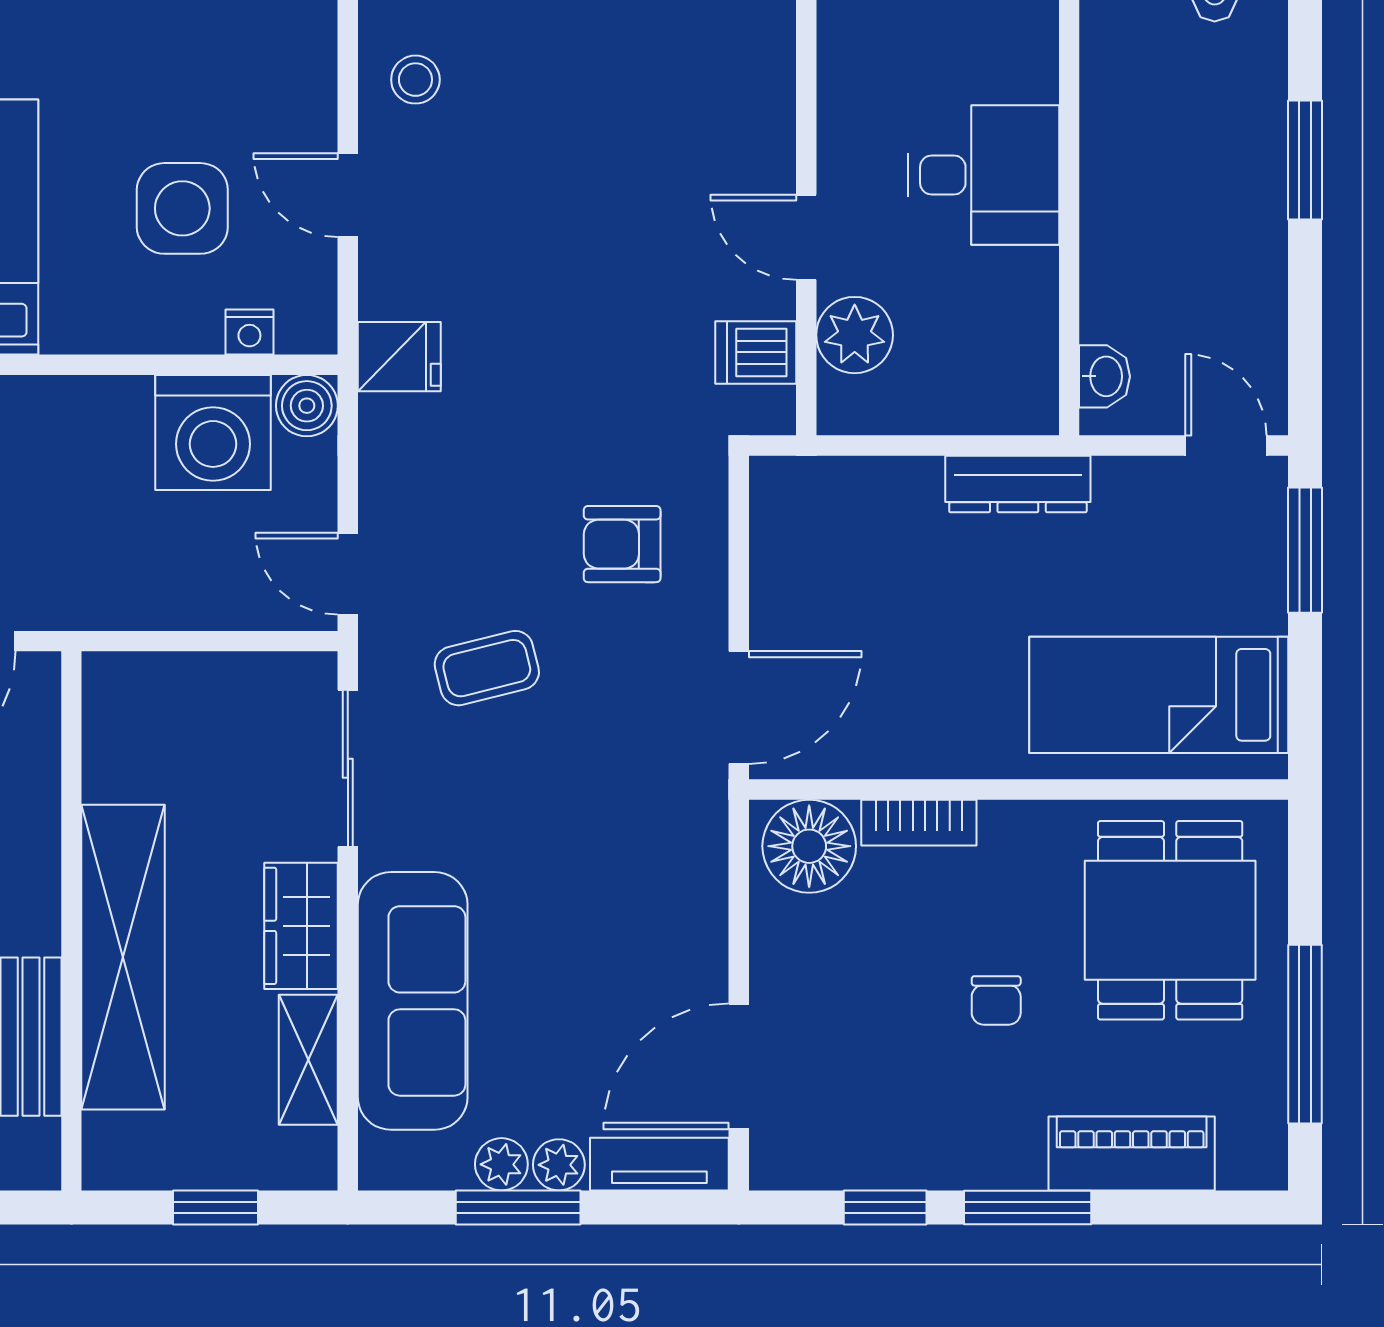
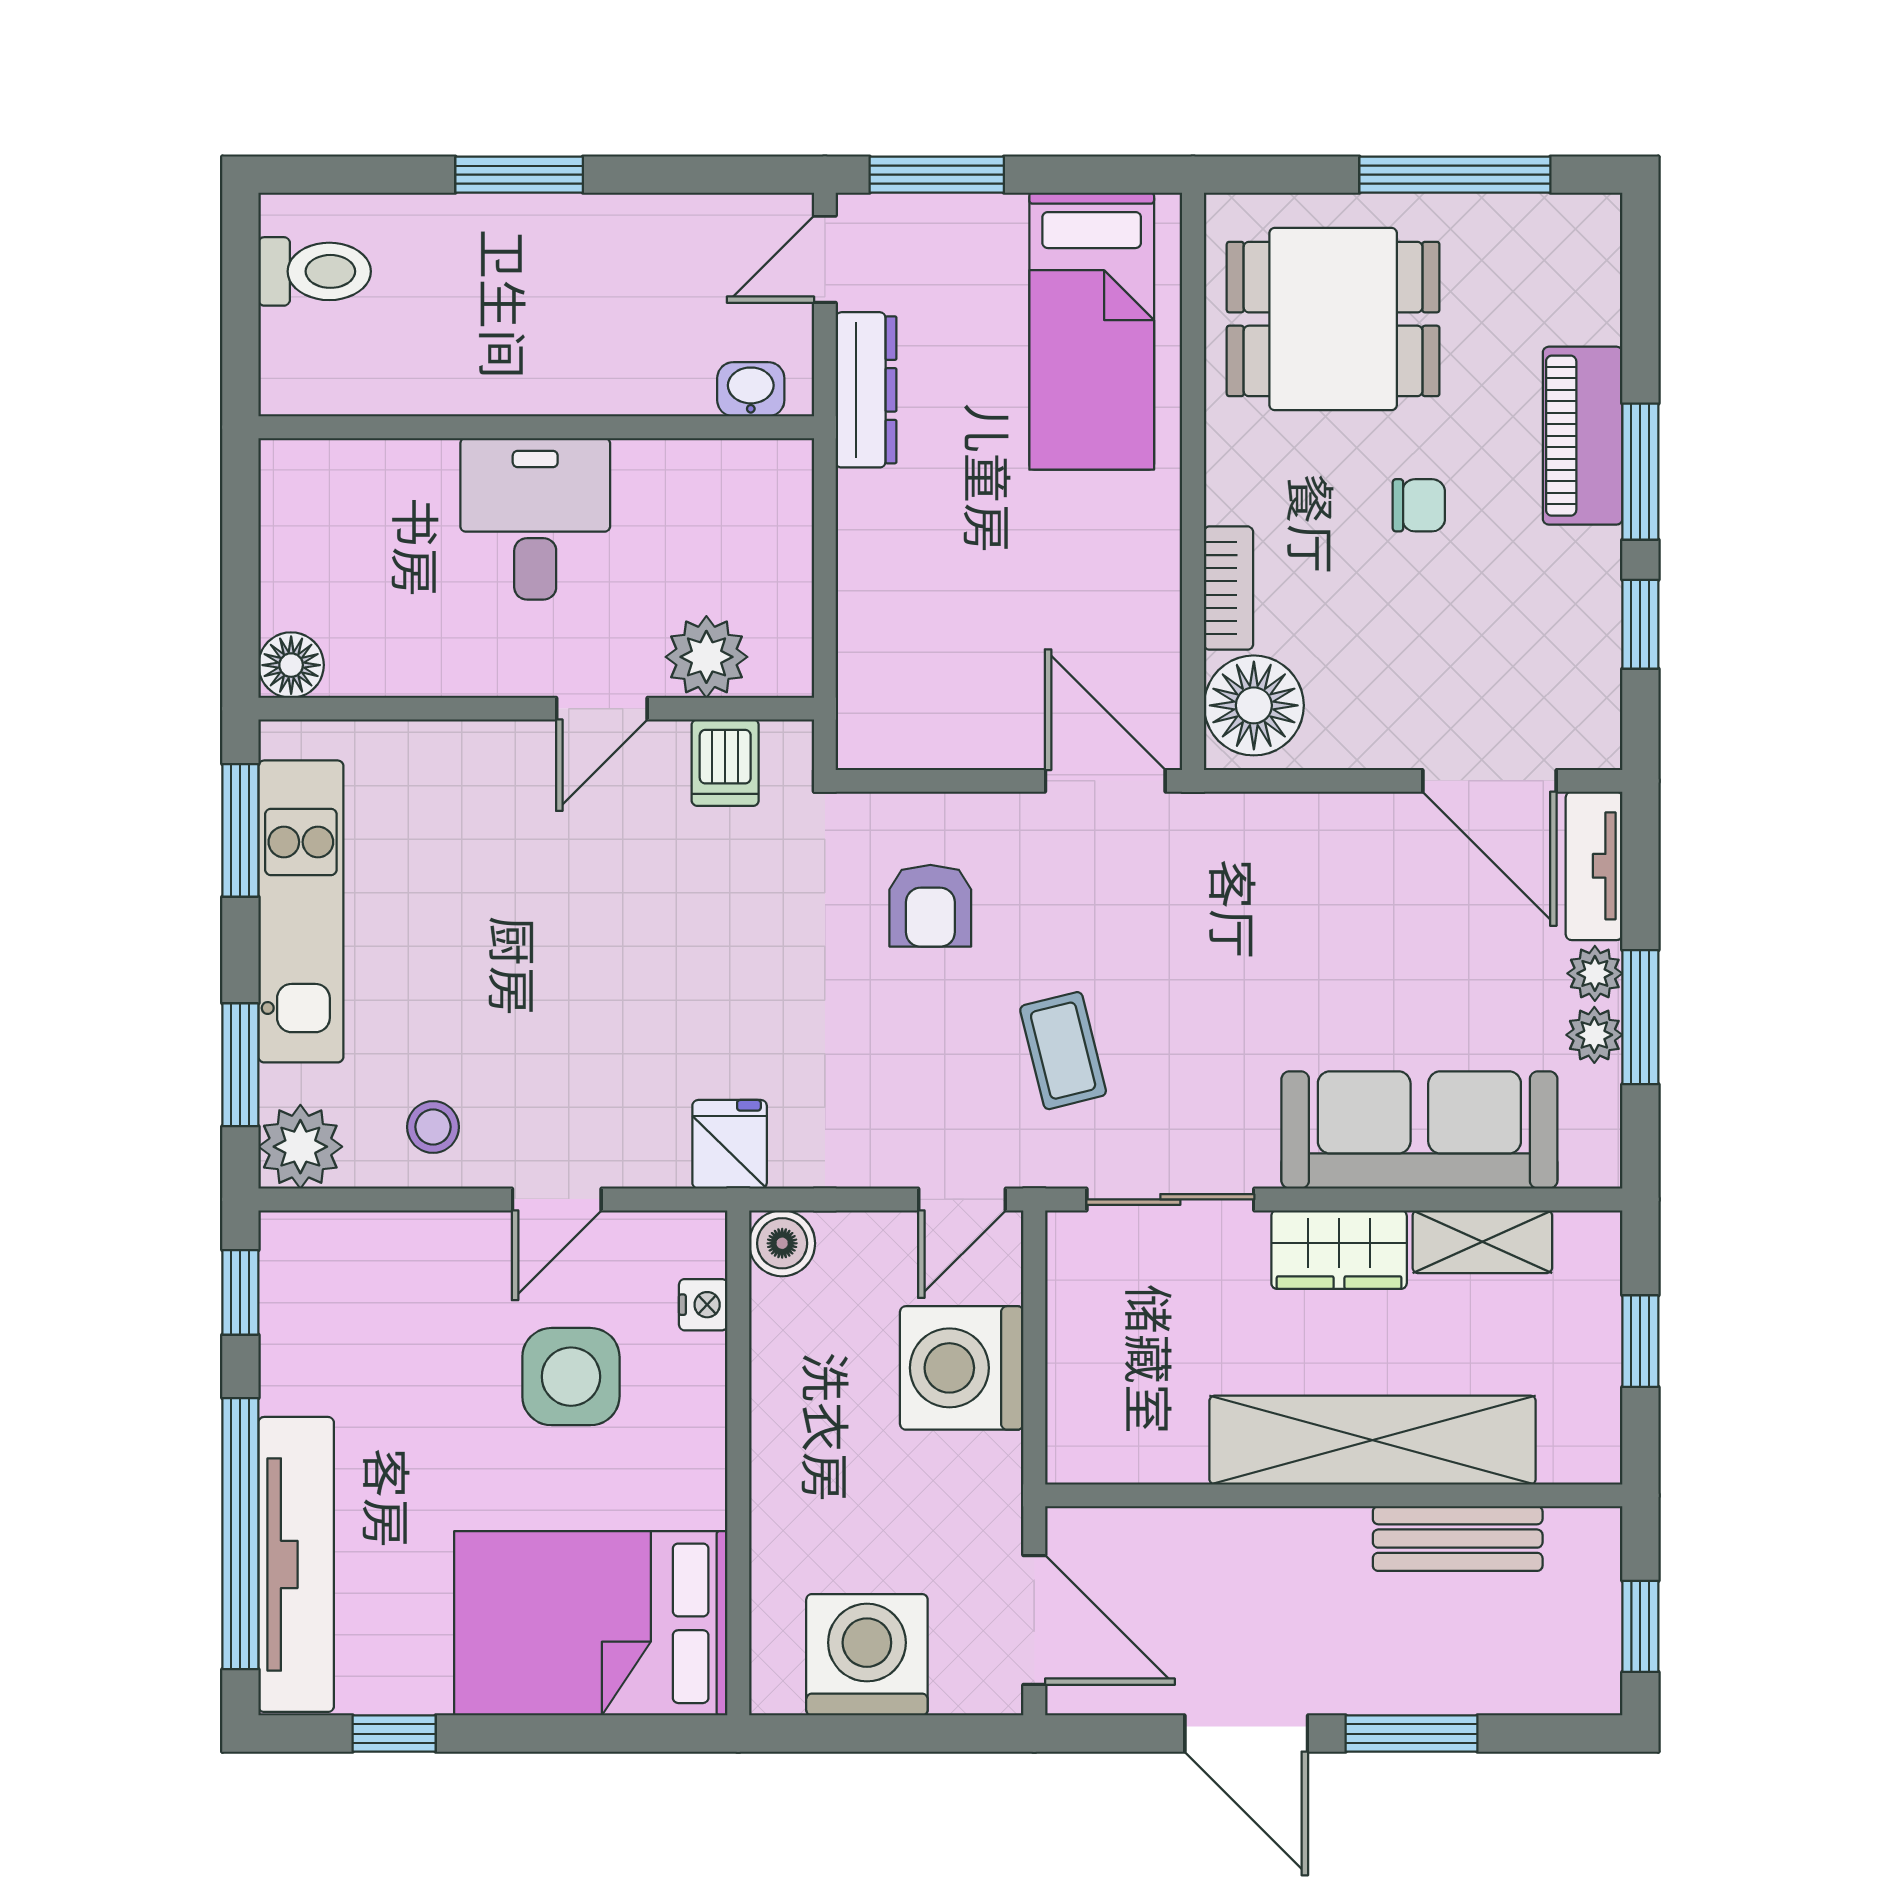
washing machine: (213, 432) -> (962, 1368), moved, turned 180
dresser: (1018, 484) -> (866, 390), moved
piano: (1132, 1153) -> (1583, 436), moved

